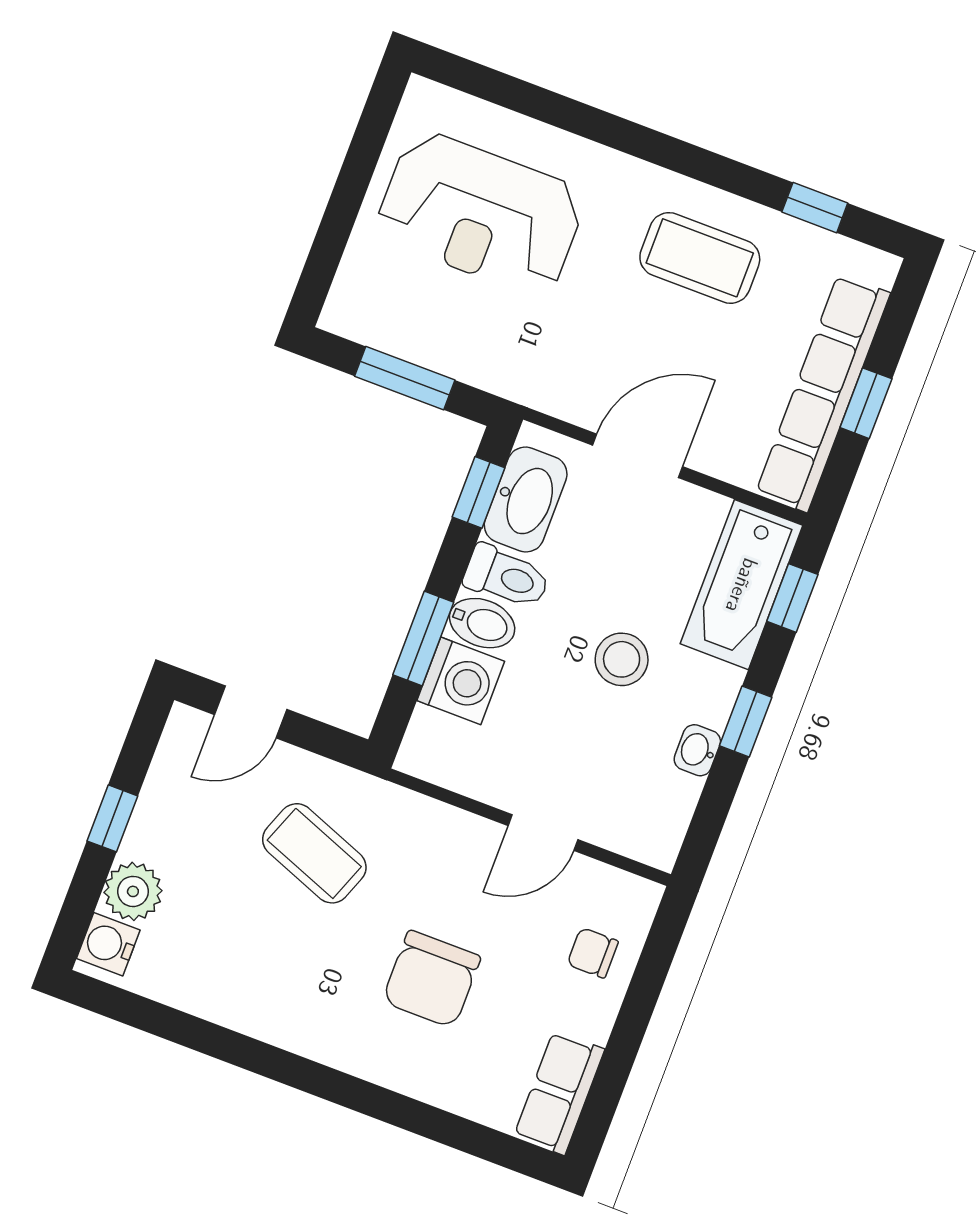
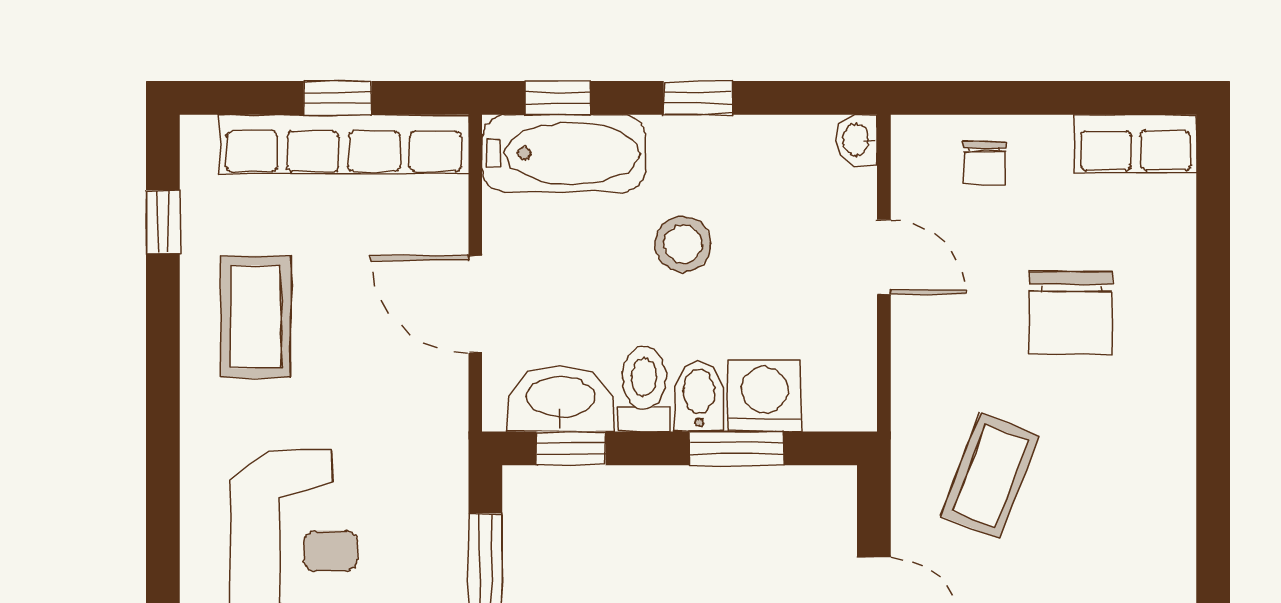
washbasin: (697, 750) -> (857, 140), moved, turned 90
chair: (431, 979) -> (1071, 313), turned 90

